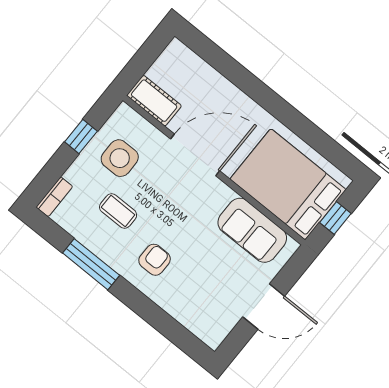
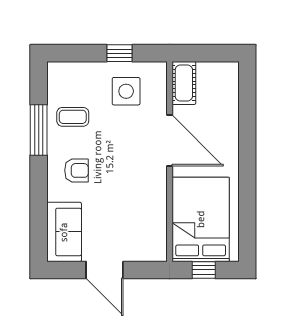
bookcase: (54, 197) -> (64, 68), removed
coffee table: (118, 211) -> (73, 117), moved, turned 90
sofa: (252, 230) -> (64, 232), moved, turned 180

